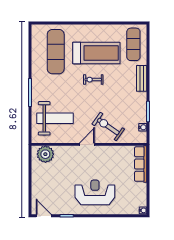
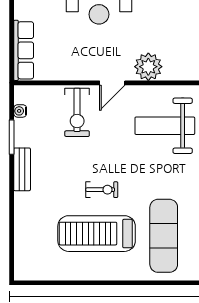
exercise mat: (133, 44) -> (35, 248), removed
bench: (142, 78) -> (22, 169), moved
exercise bike: (108, 127) -> (77, 112), turned 55
plant: (45, 154) -> (148, 67), moved

